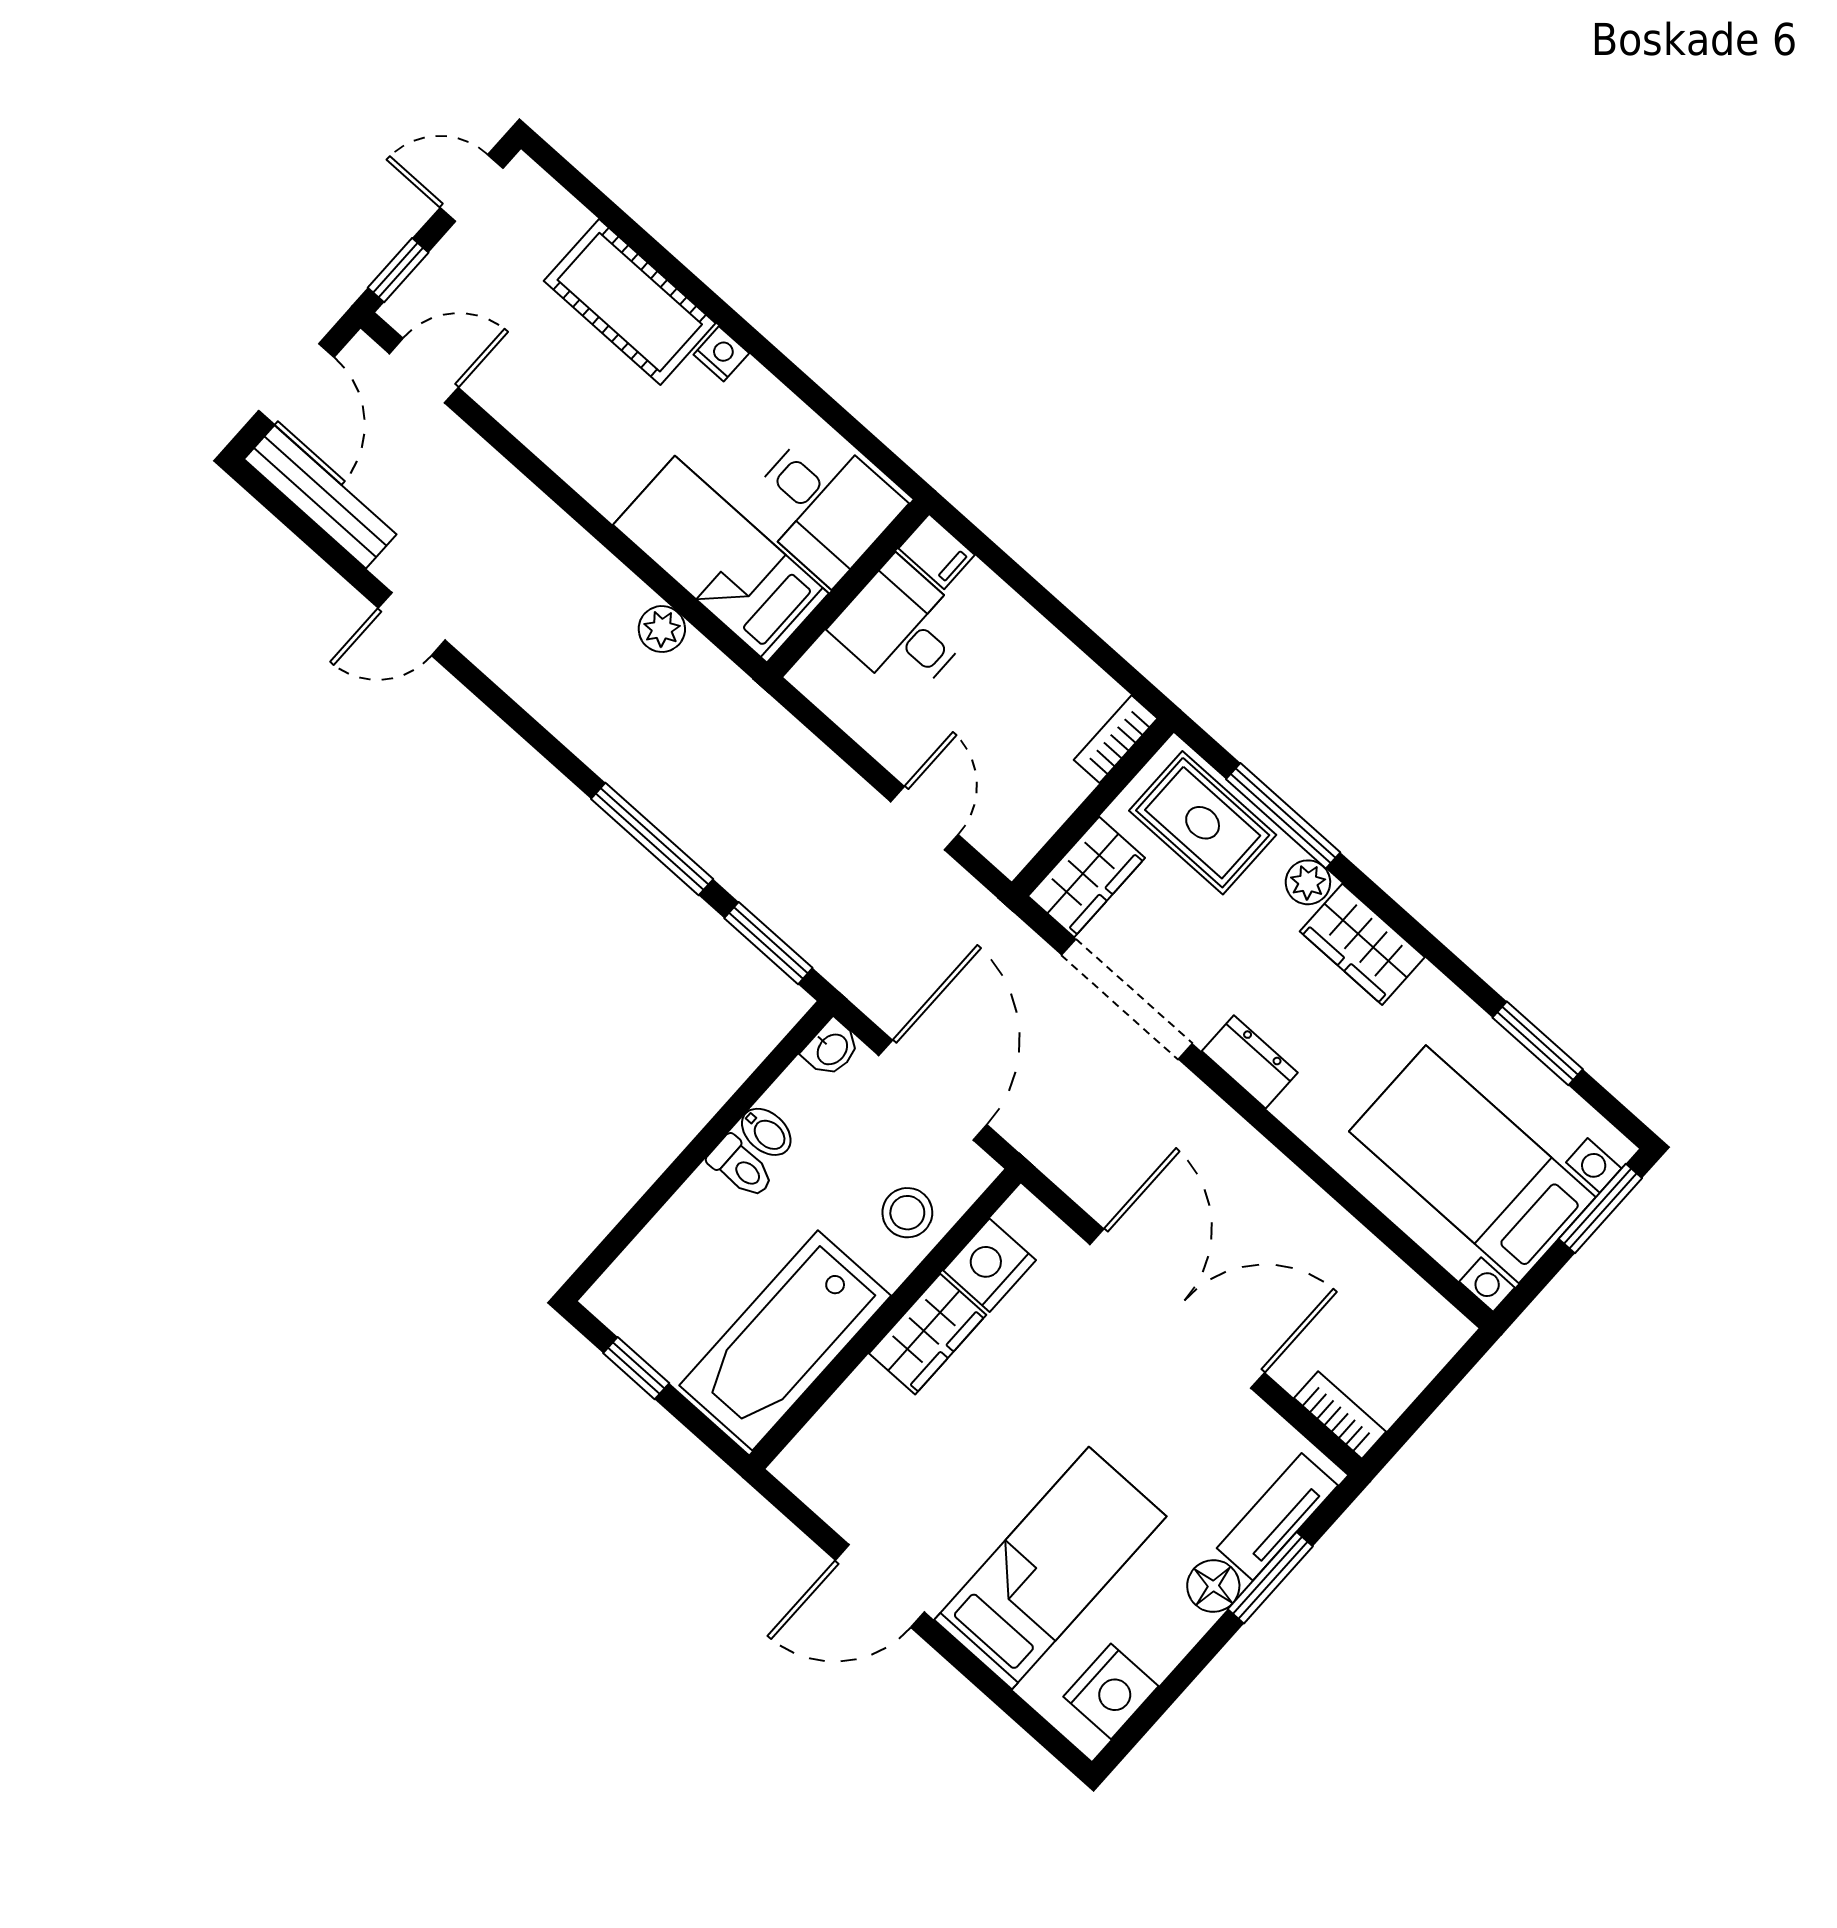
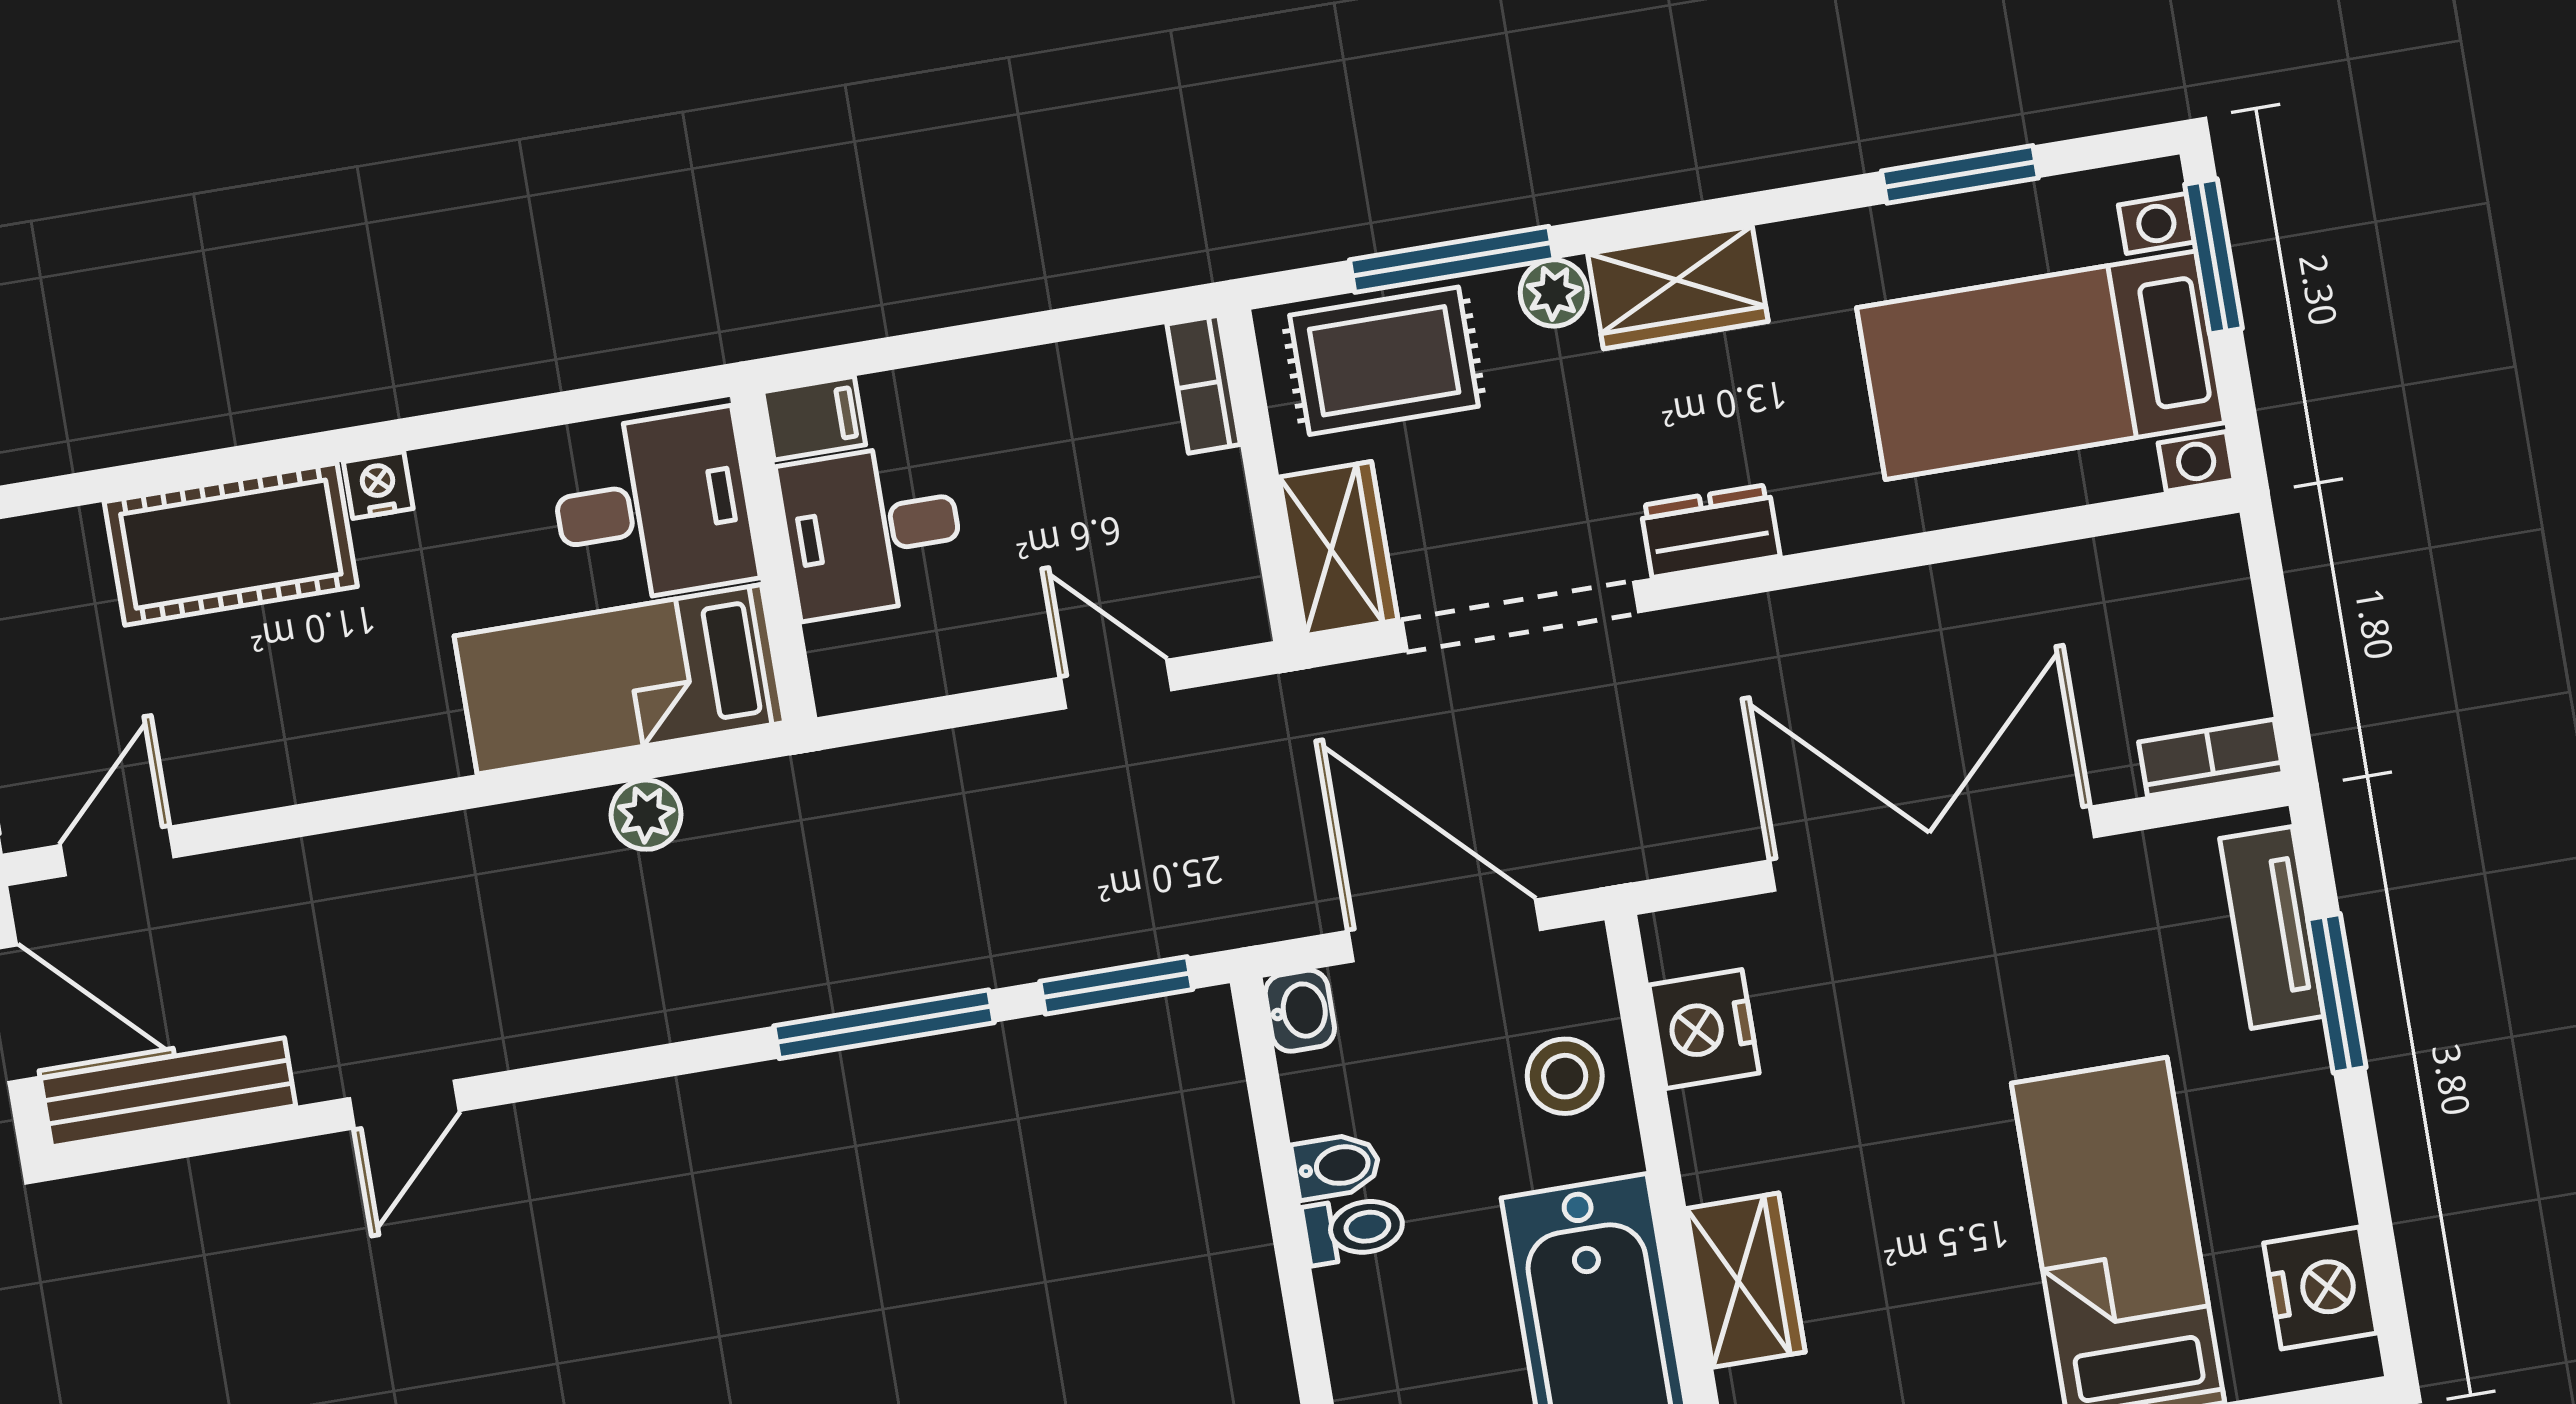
wardrobe: (928, 1334) -> (1746, 1280), moved
floor lamp: (1213, 1586) -> (2293, 1068), removed

